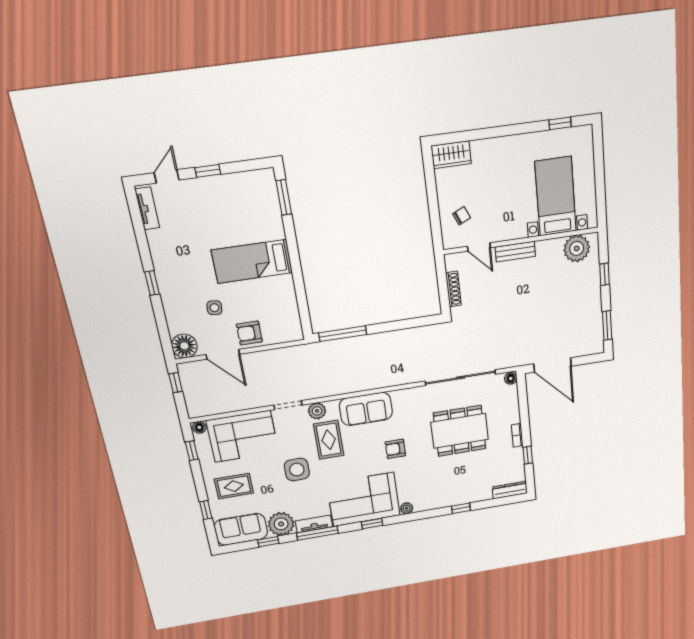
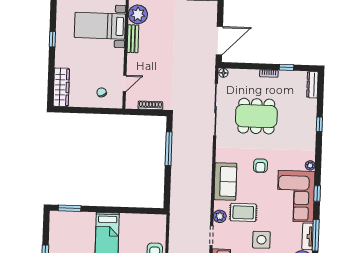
window: (560, 123) -> (52, 39), moved
wardrobe: (451, 155) -> (61, 87), width x1.50
bench: (515, 252) -> (133, 39), moved
window: (343, 334) -> (169, 149), moved
dining table: (460, 431) -> (256, 116), turned 90

